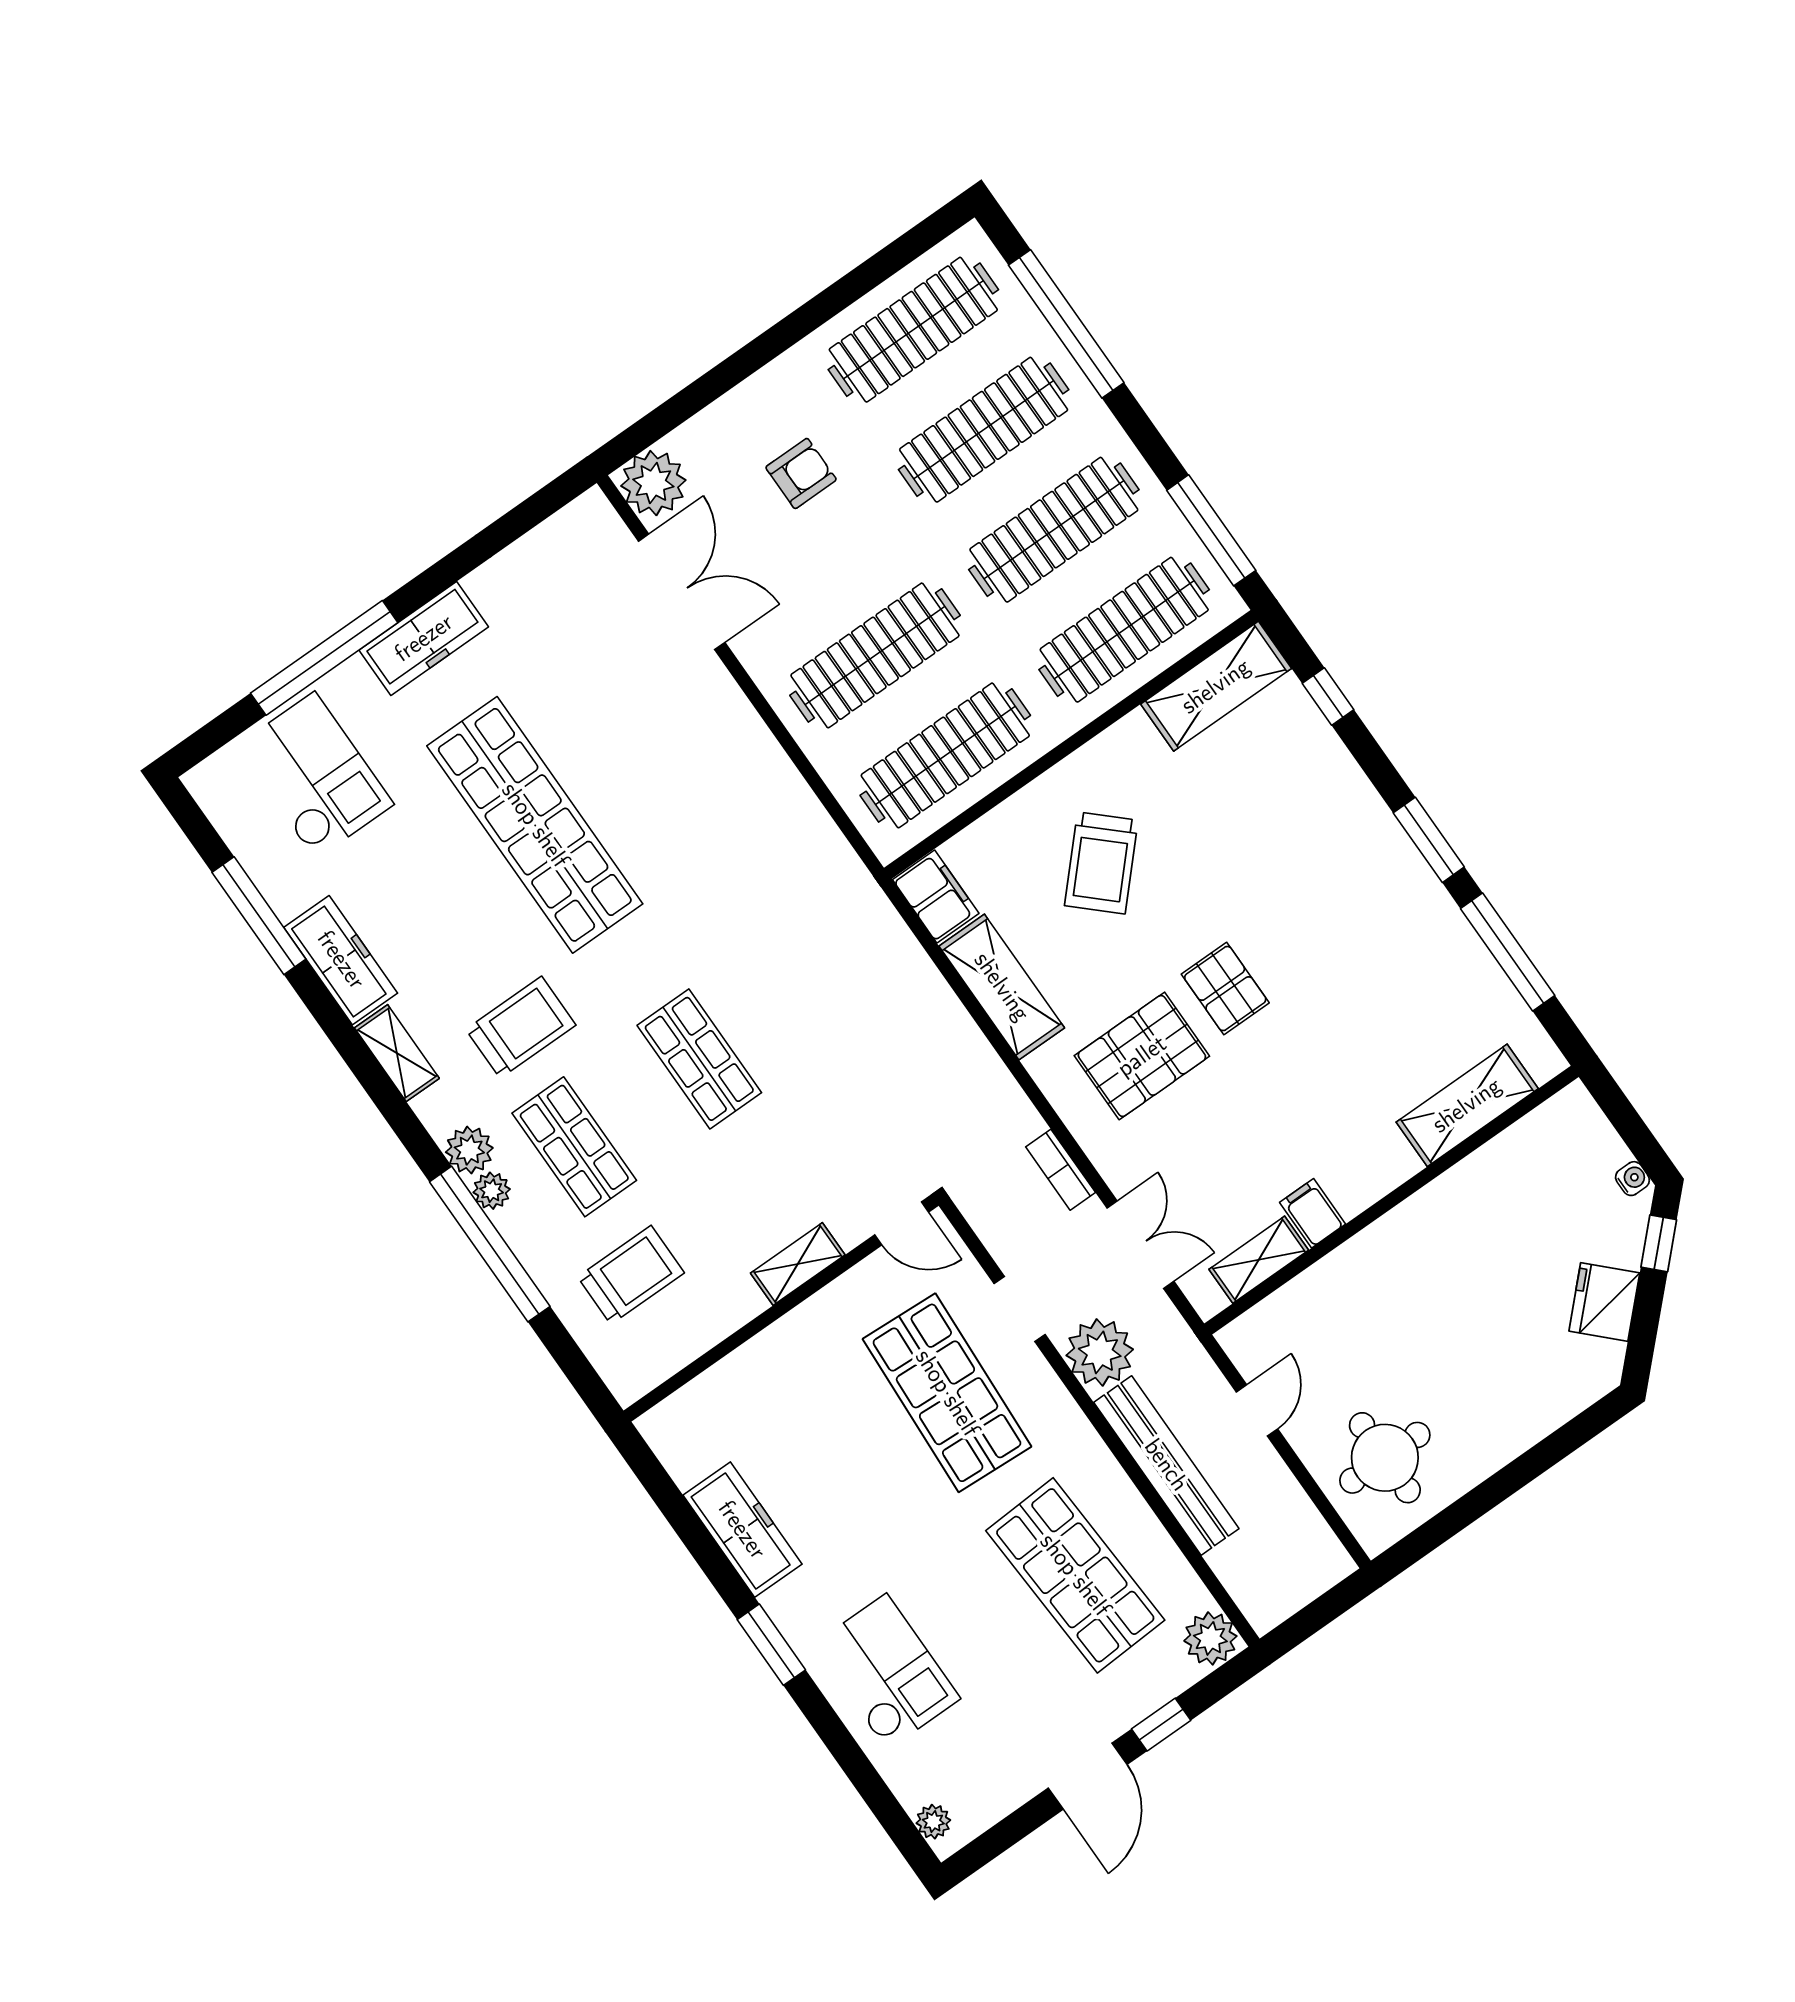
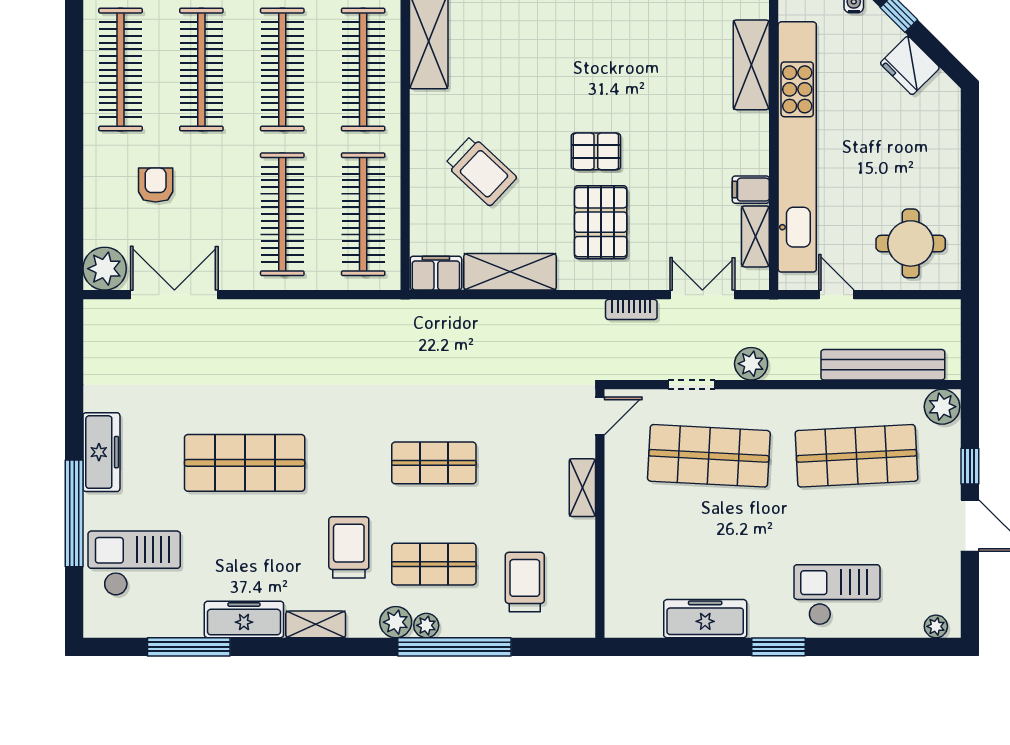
shop shelf: (535, 825) -> (245, 463), width x0.71
kitchen unit: (1406, 1234) -> (797, 147), added
plant: (1100, 1352) -> (751, 364), width x0.73, depth x0.73
bench: (1166, 1465) -> (883, 365), moved

